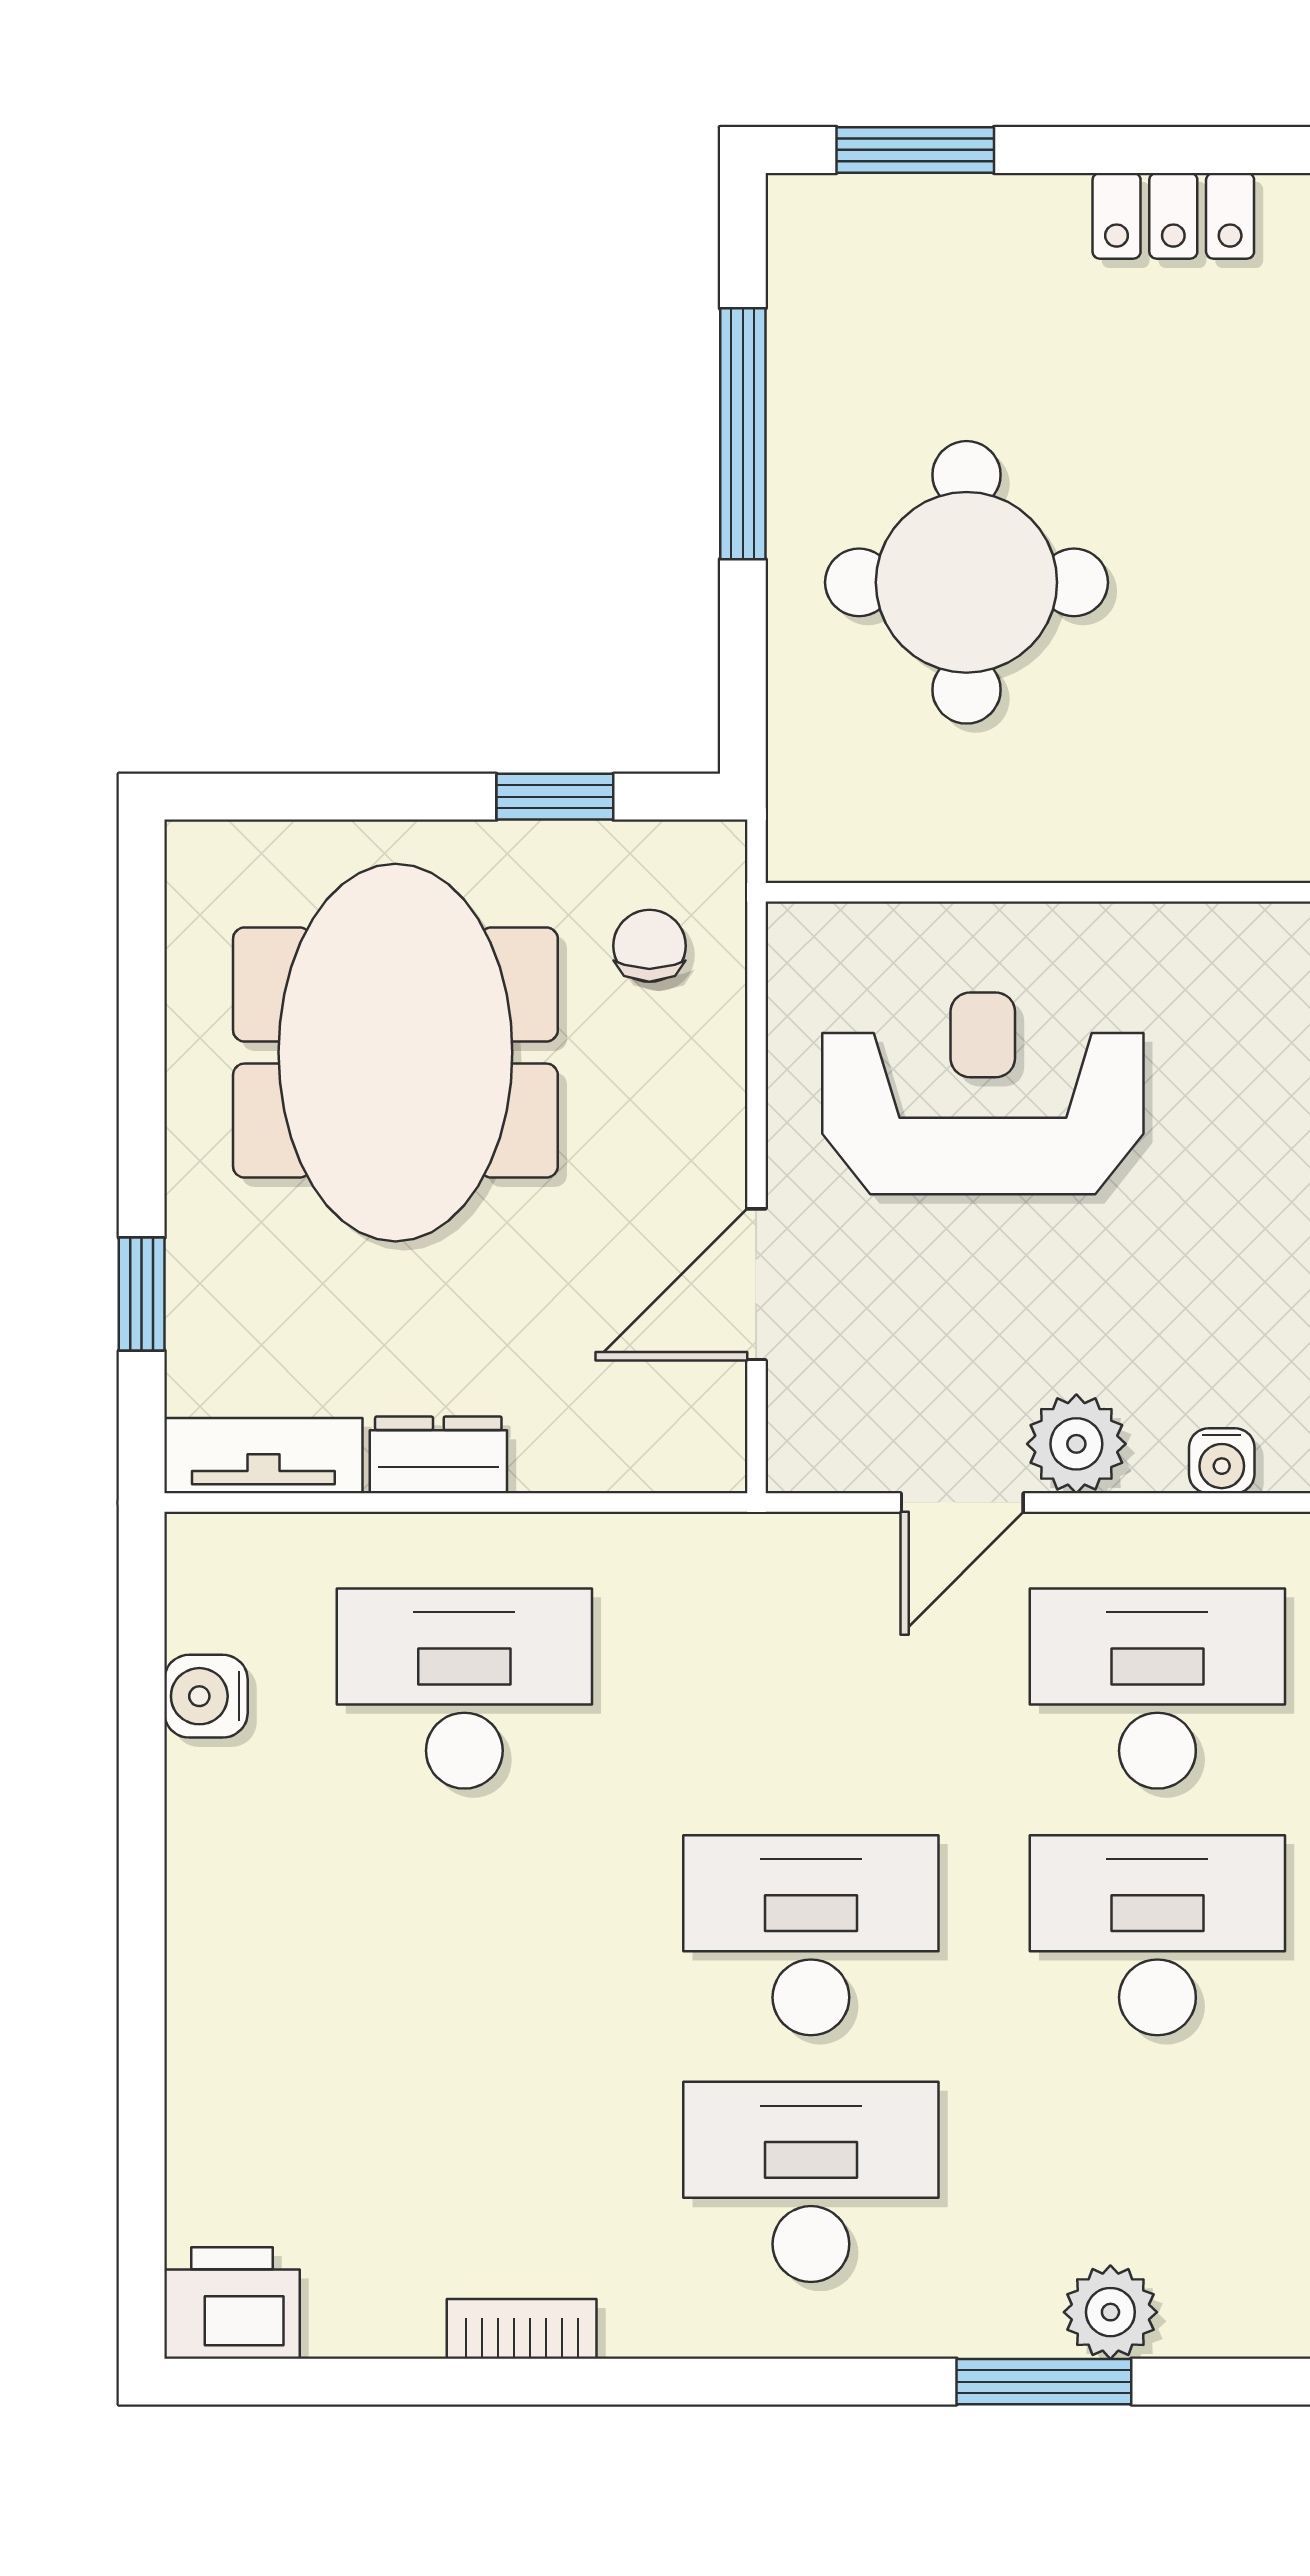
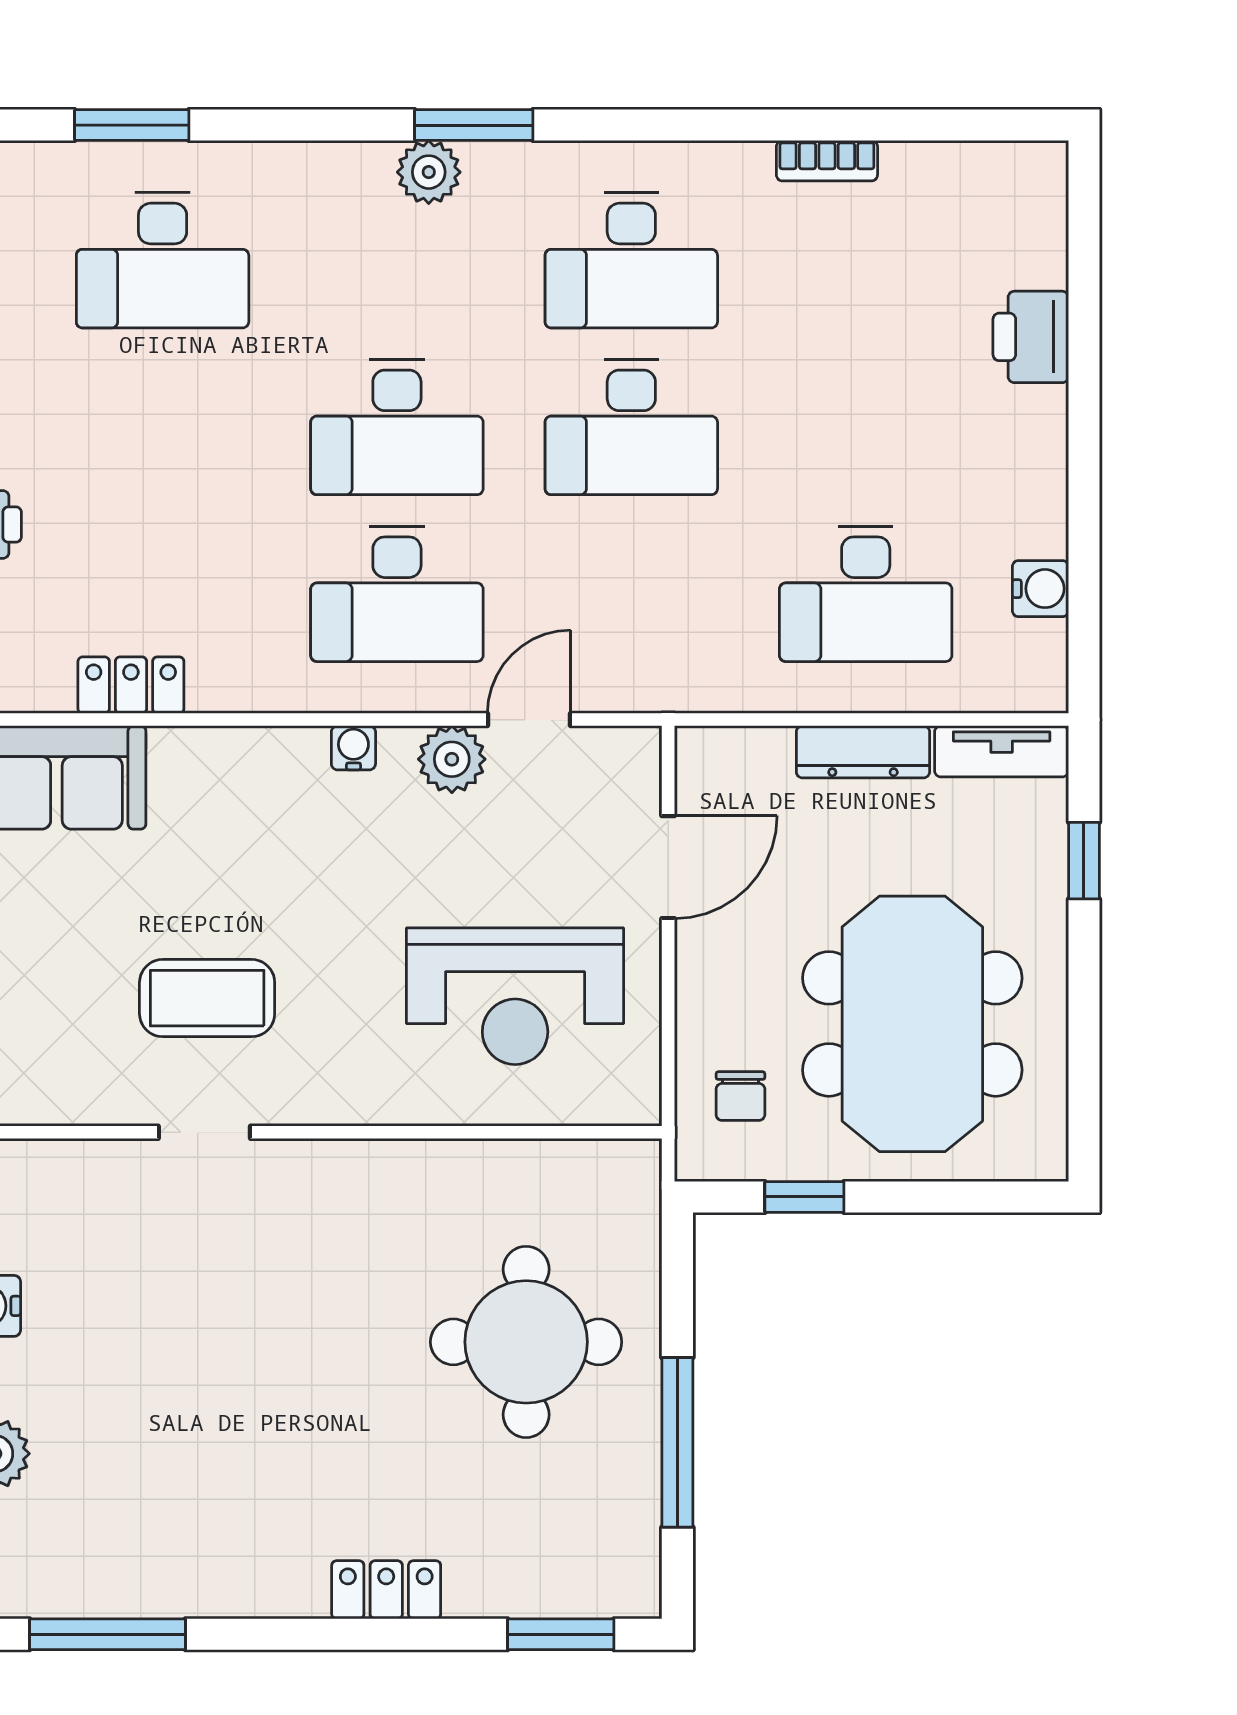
dresser: (438, 1455) -> (863, 752), width x1.44
printer: (232, 2303) -> (1031, 337), moved, turned 90

